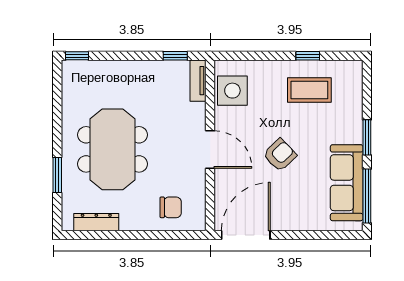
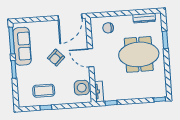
meeting table: (113, 149) -> (139, 54), turned 90

